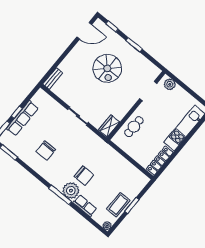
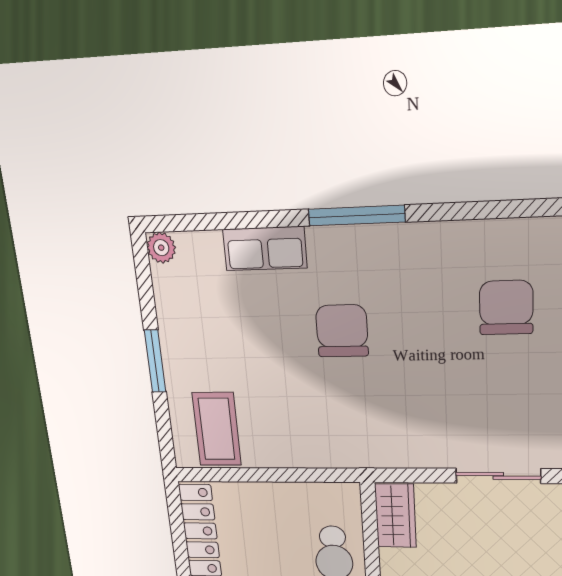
chair: (84, 176) -> (342, 331), turned 90
plant: (71, 191) -> (339, 256), removed
coffee table: (118, 205) -> (217, 429), moved

